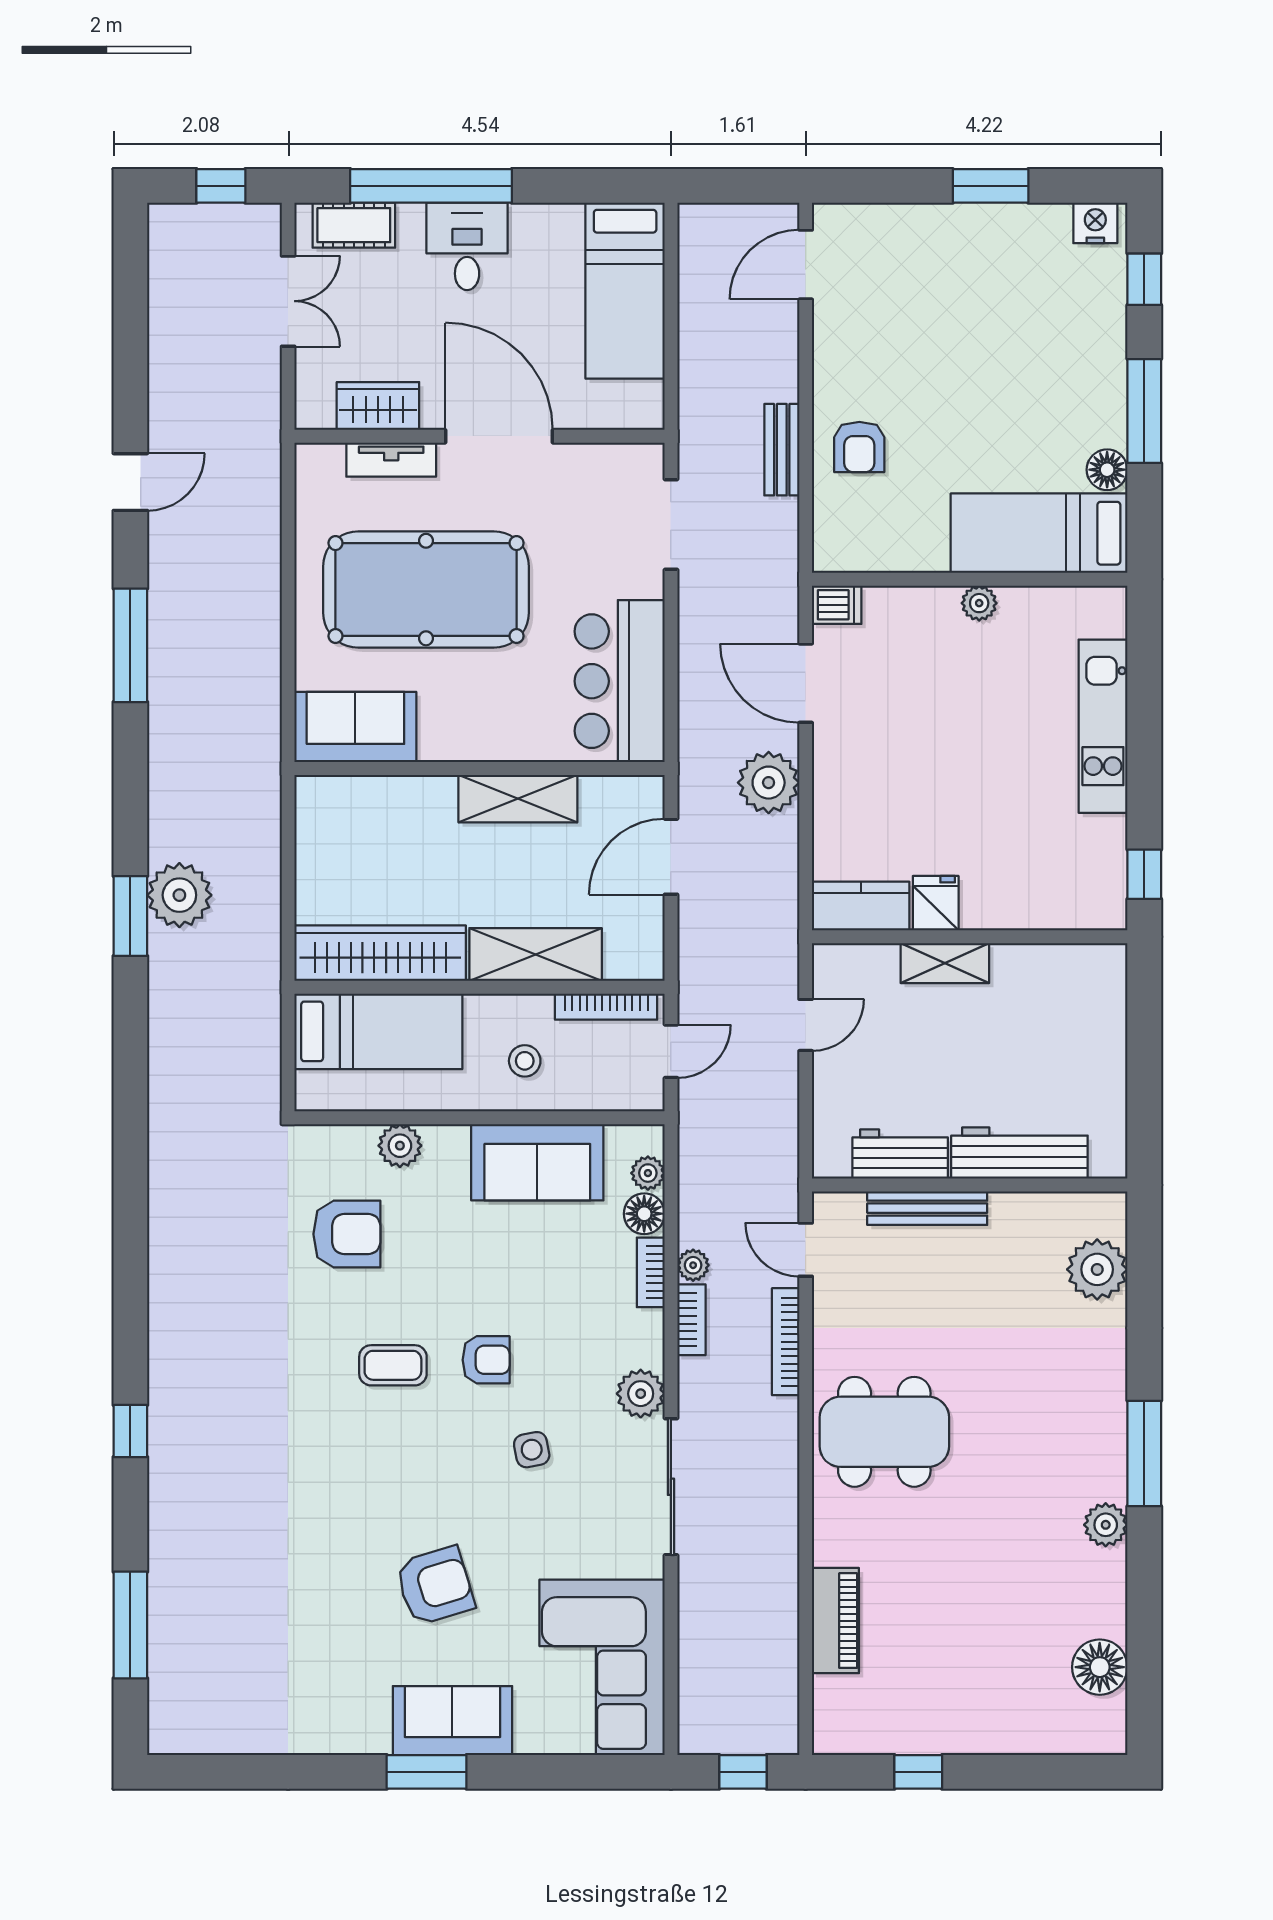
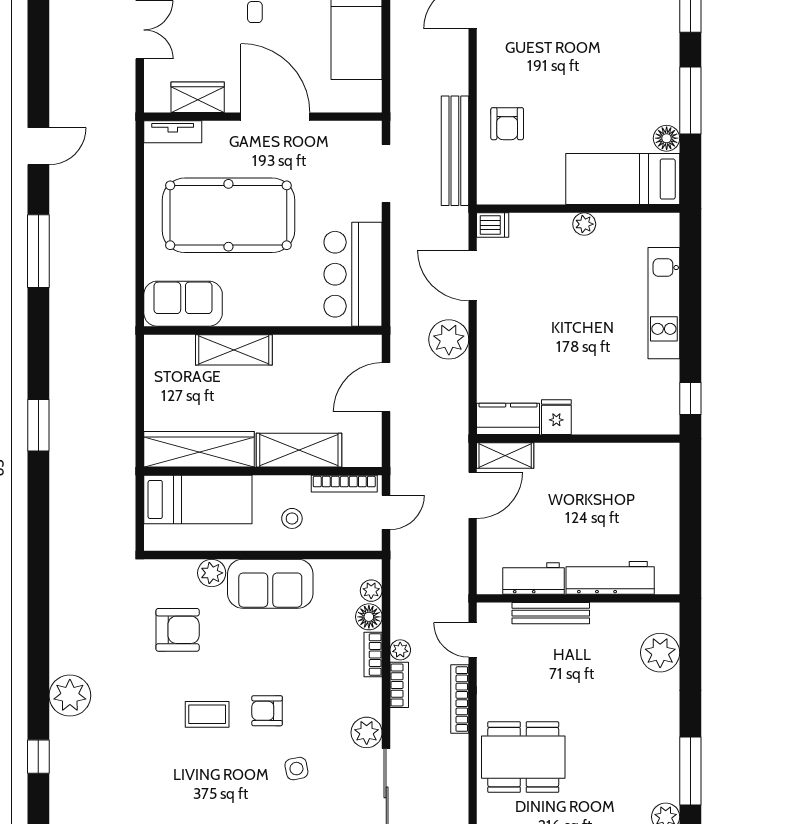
bench: (782, 450) -> (455, 151), width x1.86, depth x1.21
tv unit: (391, 460) -> (173, 132), moved
shelving: (518, 799) -> (234, 350), moved
plant: (179, 895) -> (70, 696), moved
shelving: (945, 963) -> (505, 456), moved
door: (806, 1025) -> (473, 495), width x1.37
sofa: (537, 1162) -> (270, 584), moved
armchair: (486, 1360) -> (267, 711), turned 180

